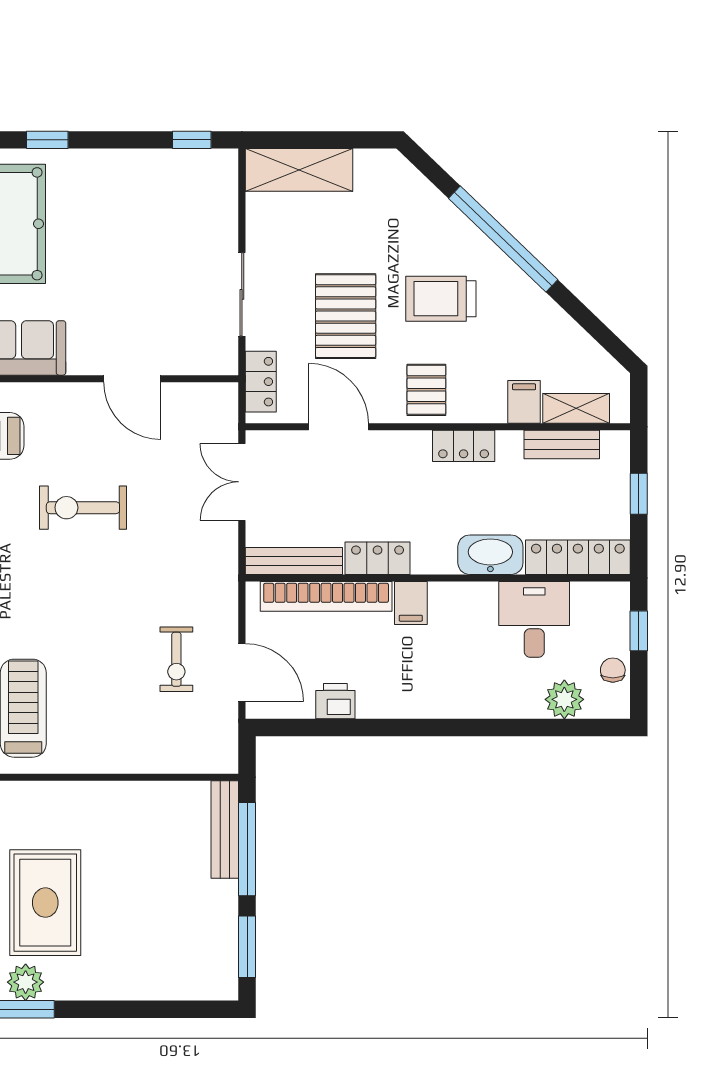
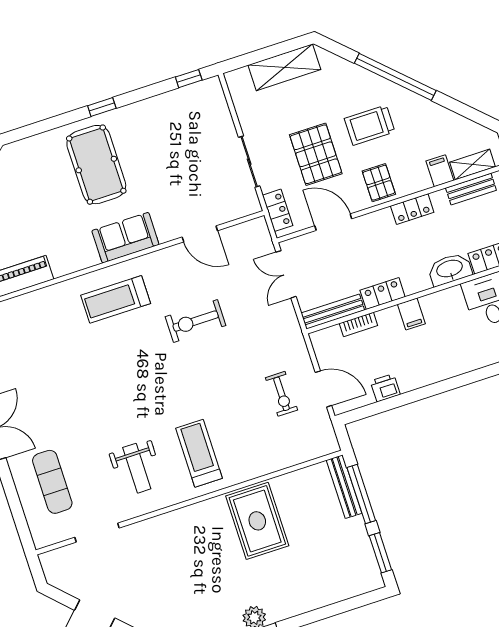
shelving: (299, 170) -> (284, 67), moved
bookcase: (326, 596) -> (358, 324), width x0.43, depth x0.76
rug: (45, 903) -> (257, 521), moved

